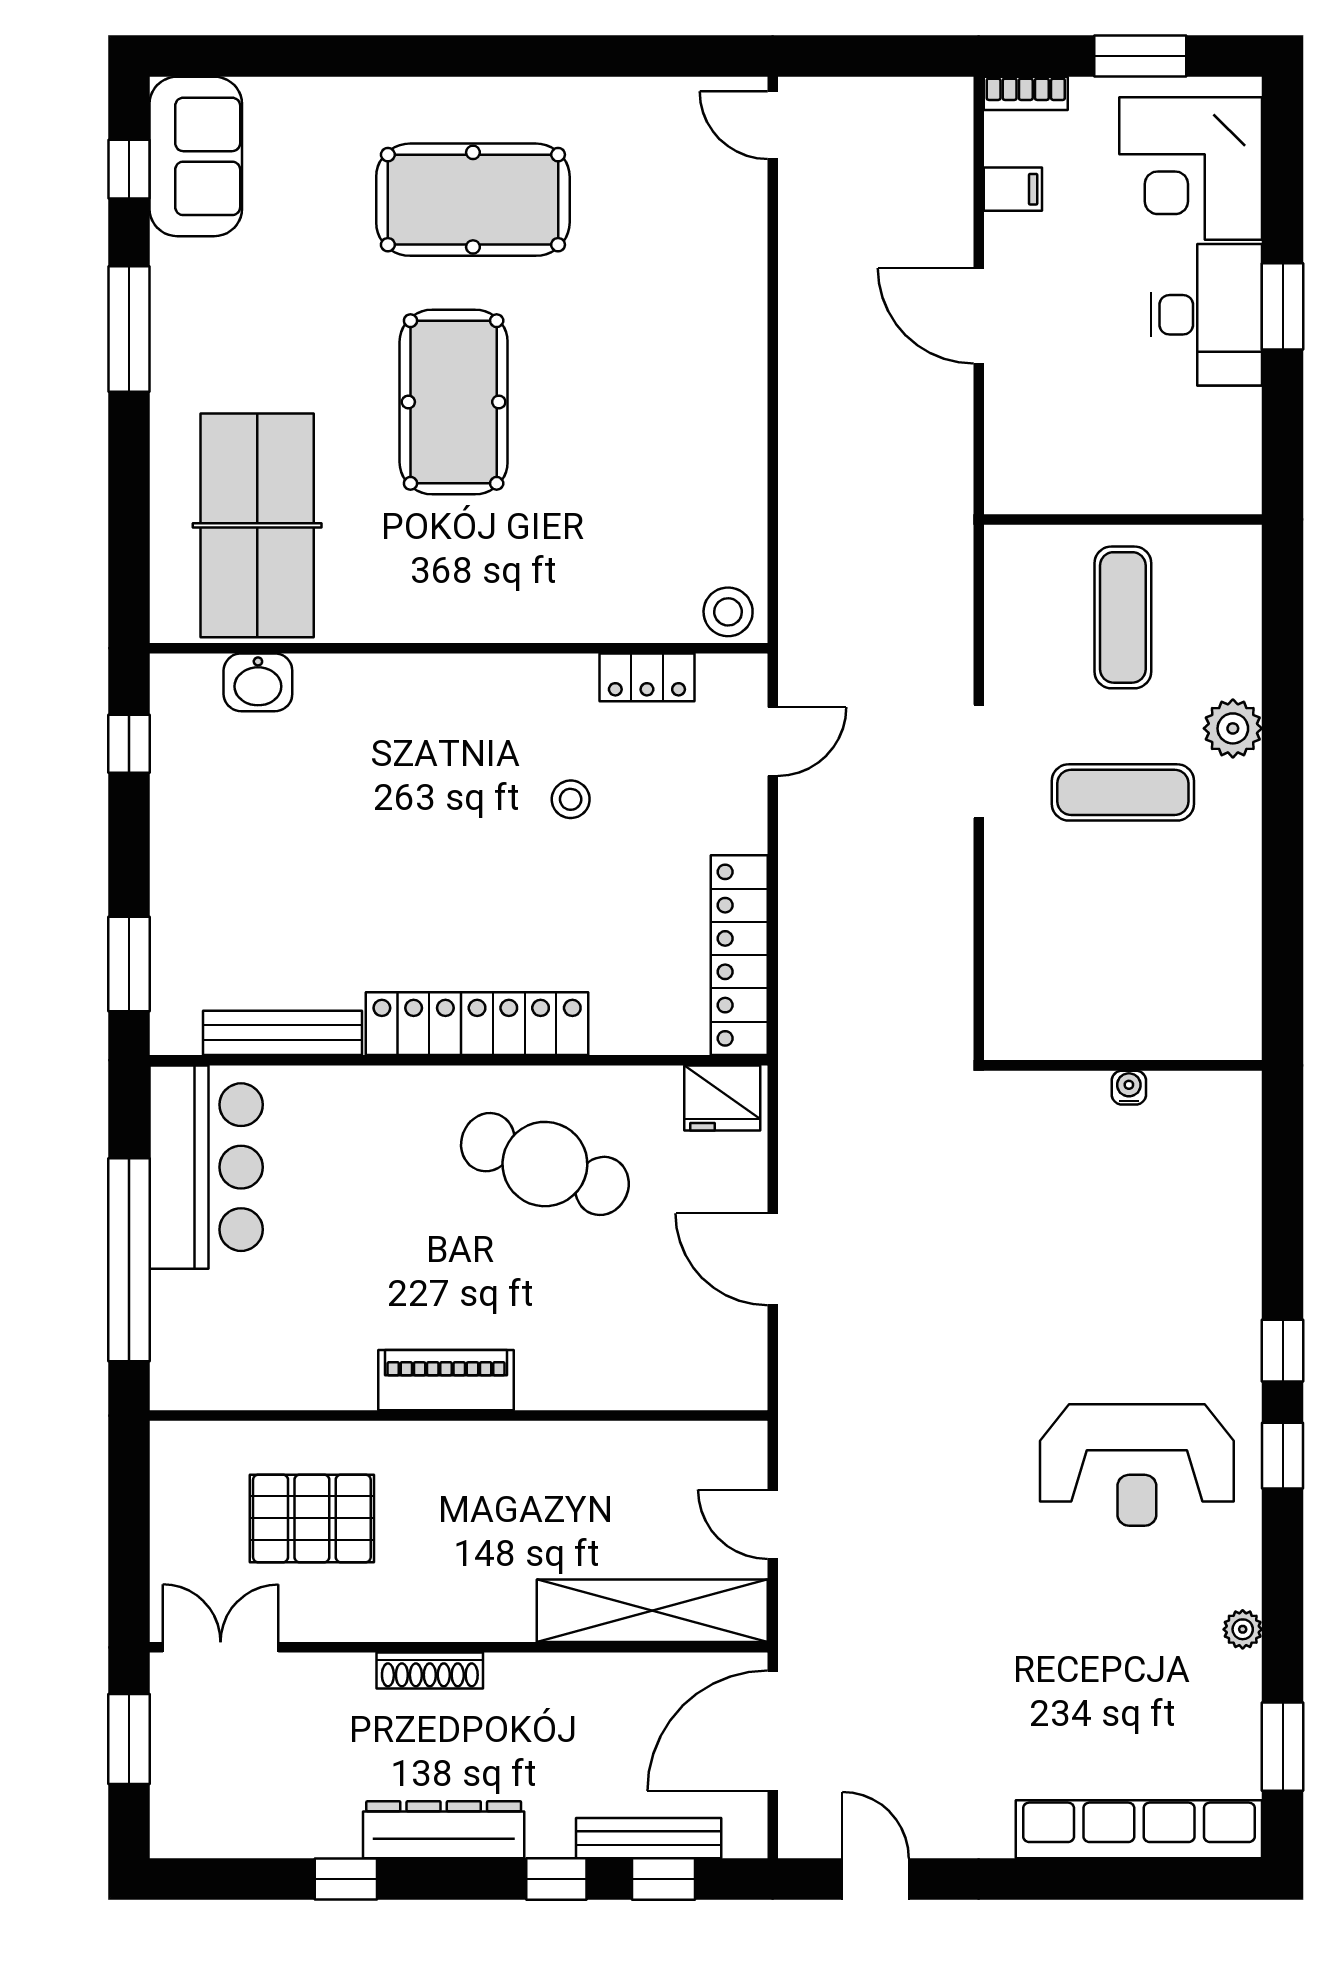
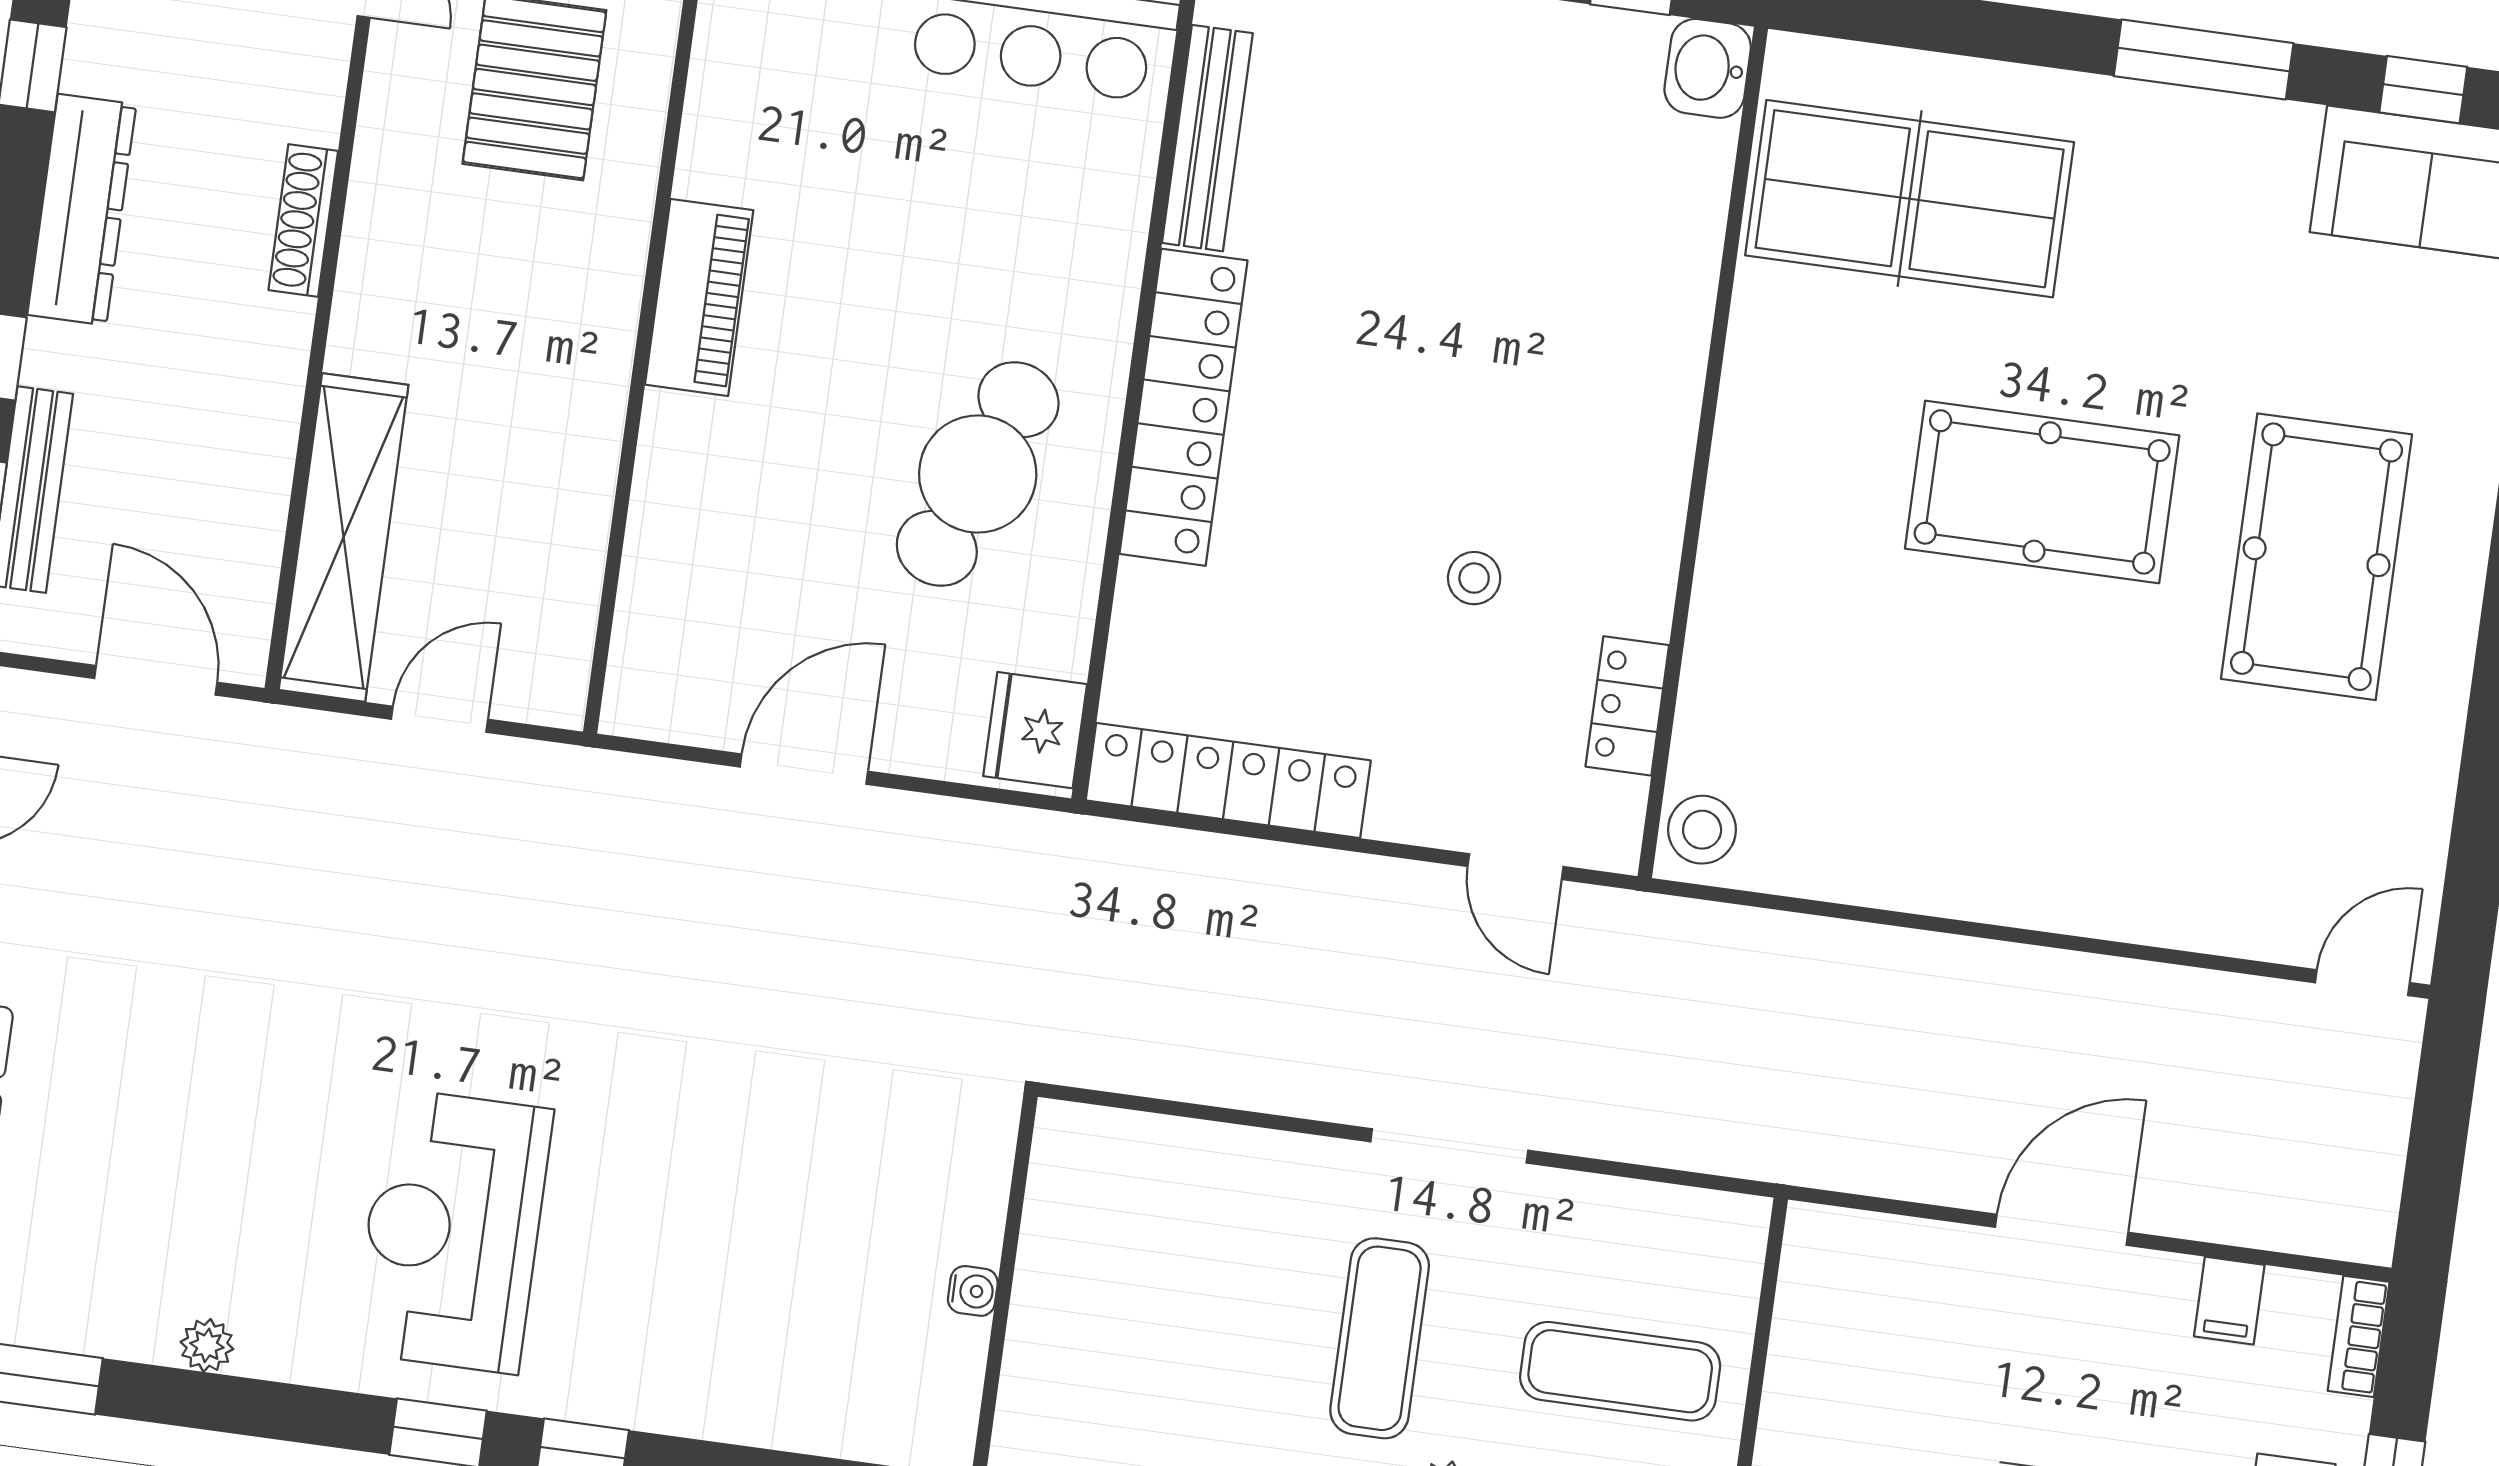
washbasin: (258, 682) -> (1708, 68), moved
door: (773, 1731) -> (156, 680), width x0.73

